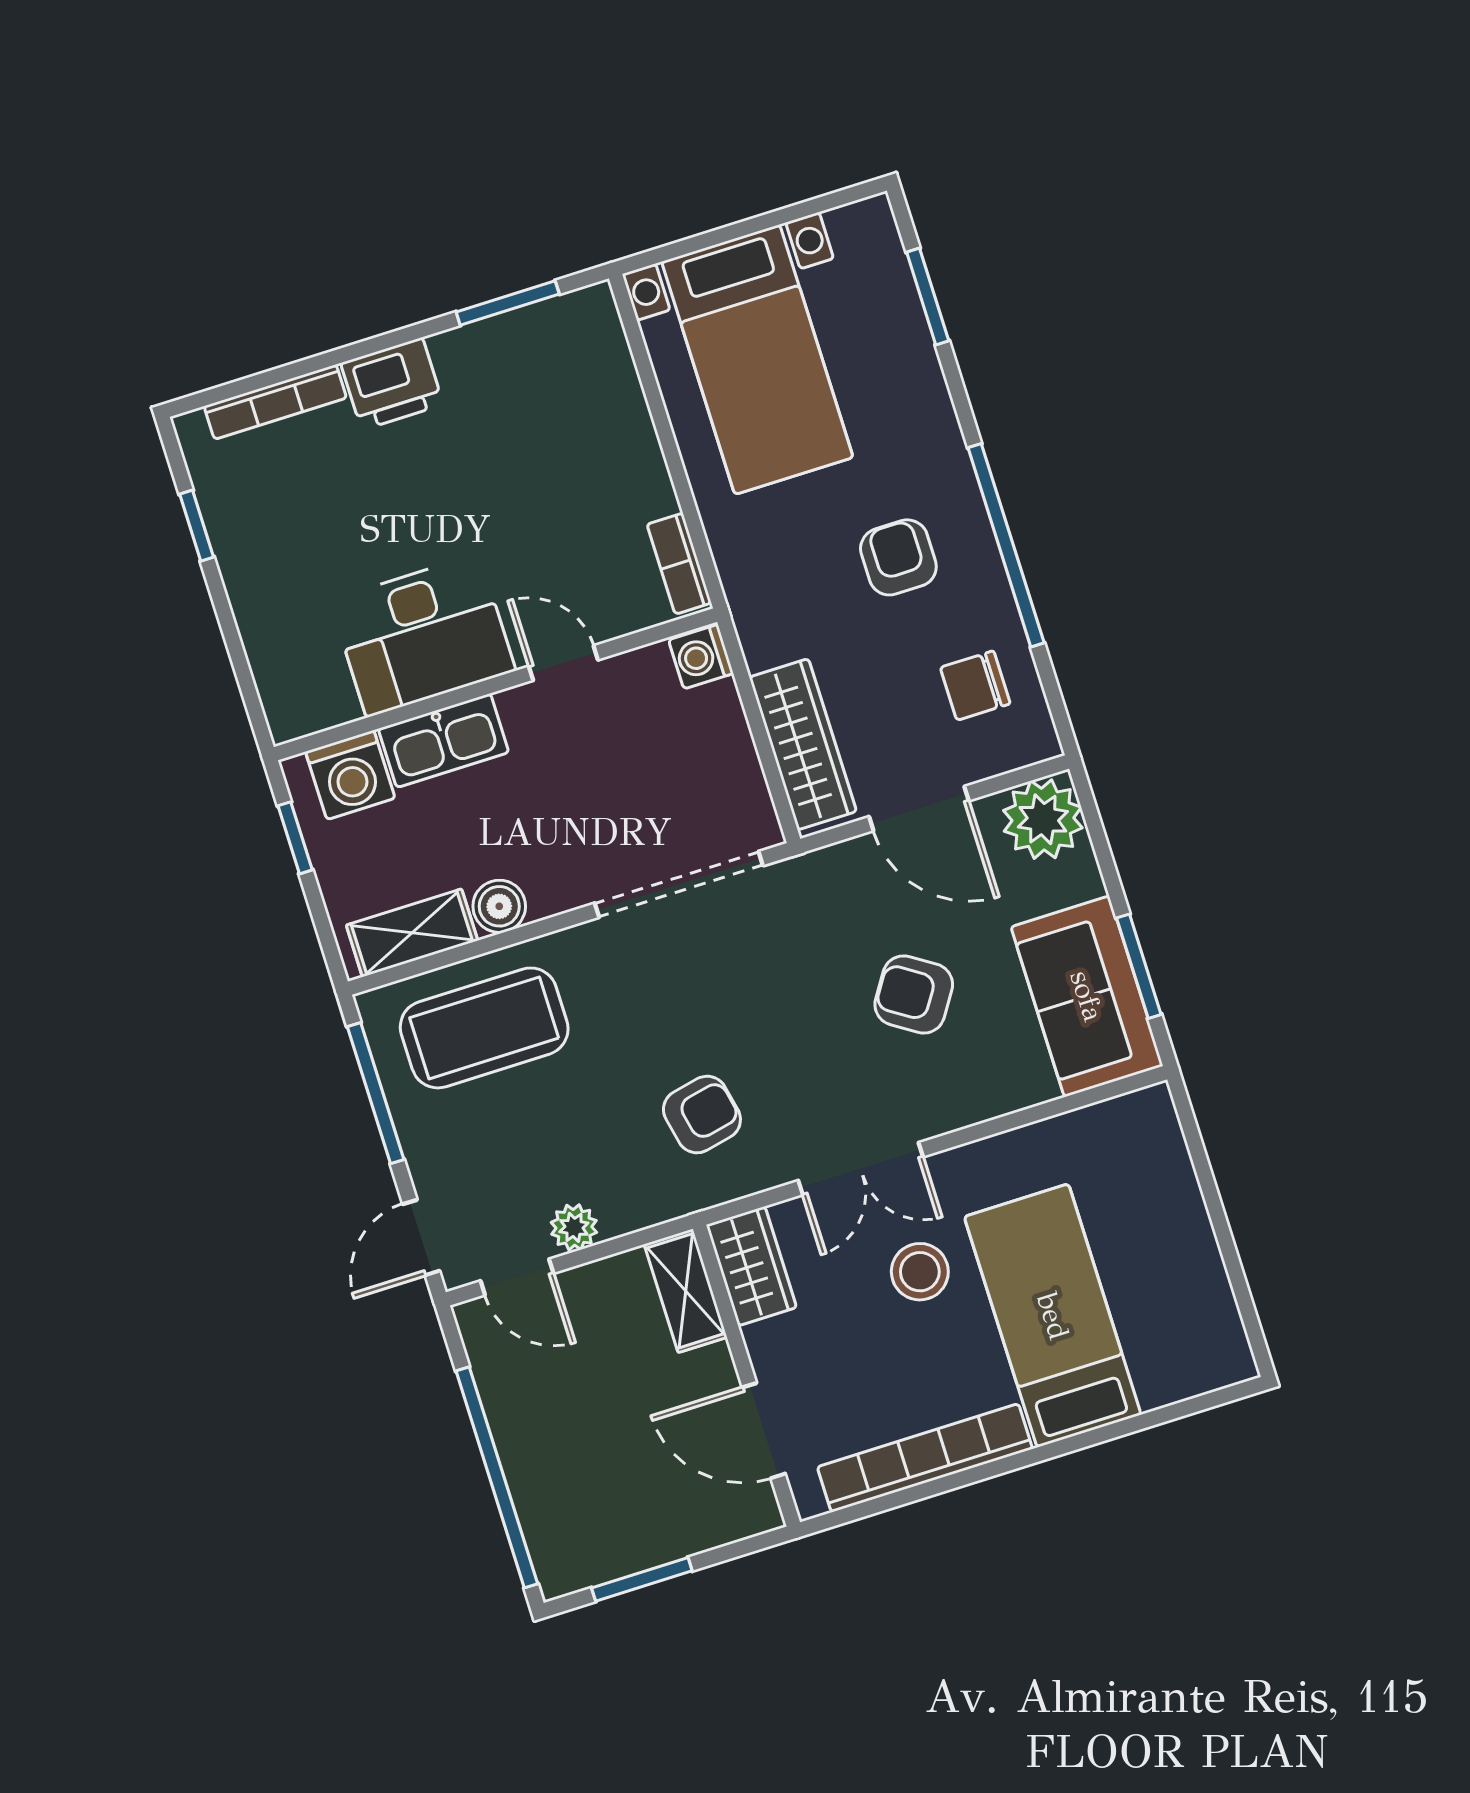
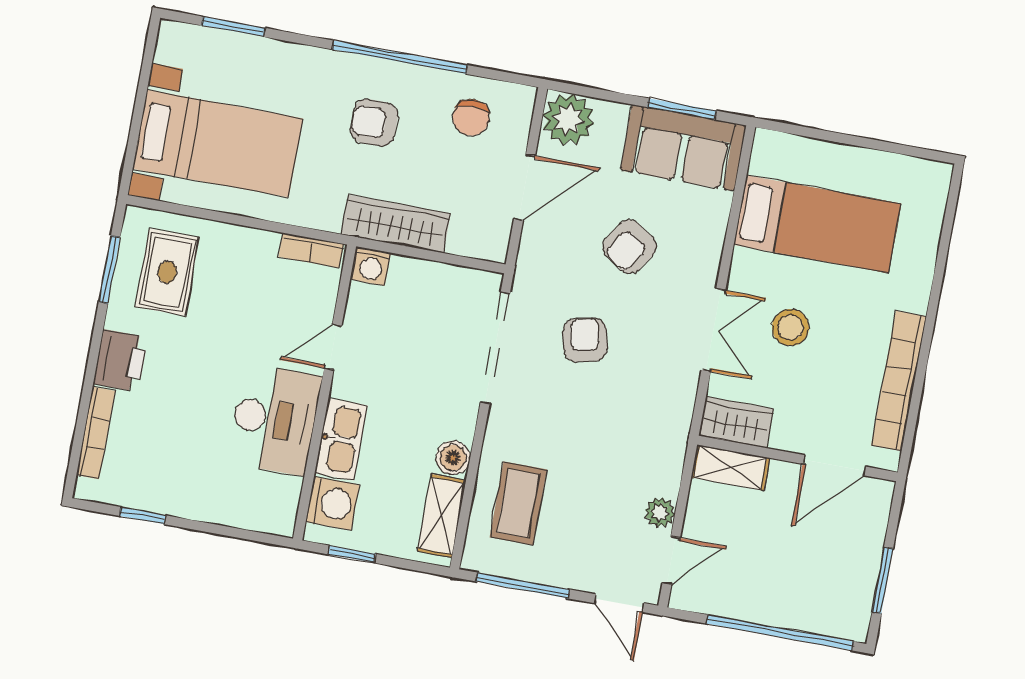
rug: (546, 384) -> (167, 272), added
wardrobe: (803, 744) -> (396, 224), moved
coffee table: (484, 1028) -> (518, 503), width x0.73, depth x0.76
armchair: (702, 1115) -> (585, 340), moved
bed: (1053, 1316) -> (817, 224), moved, turned 180

